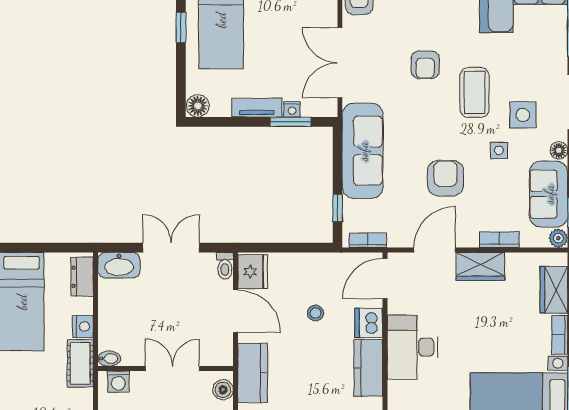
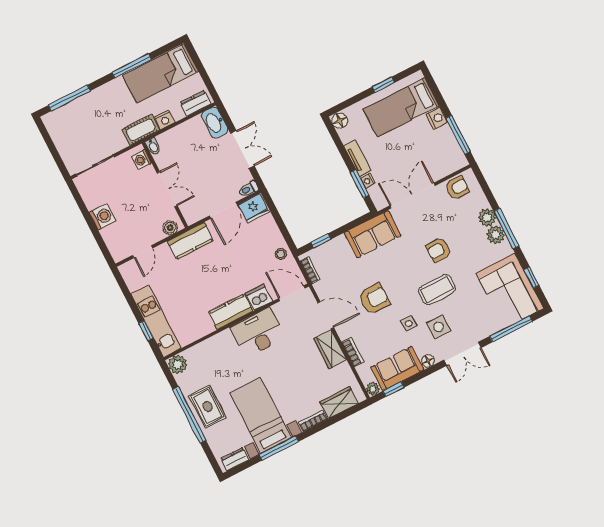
sofa: (363, 151) -> (373, 234), width x0.73
stool: (315, 313) -> (281, 254), moved

